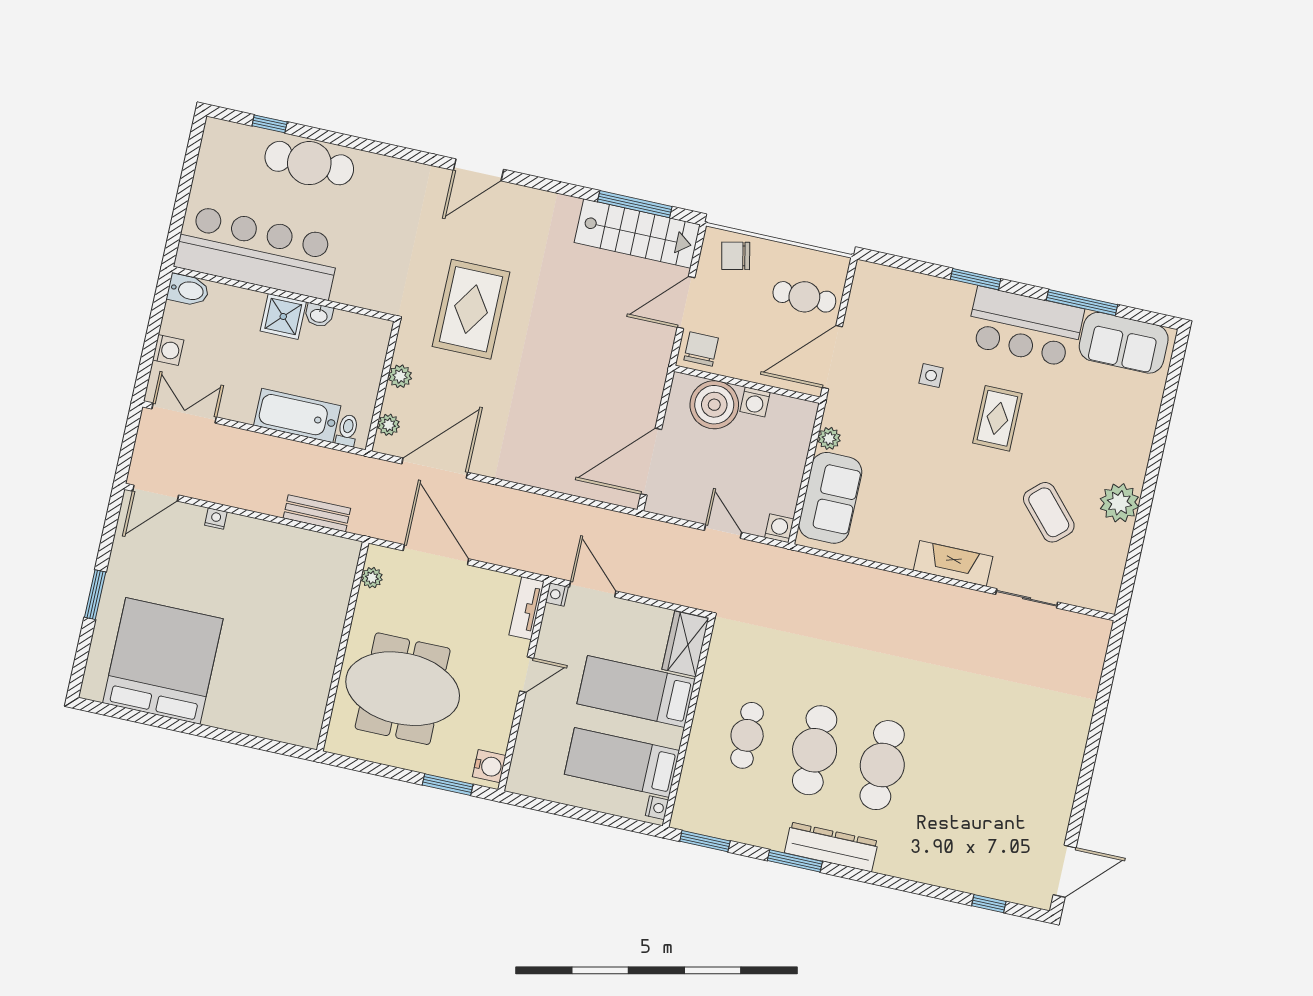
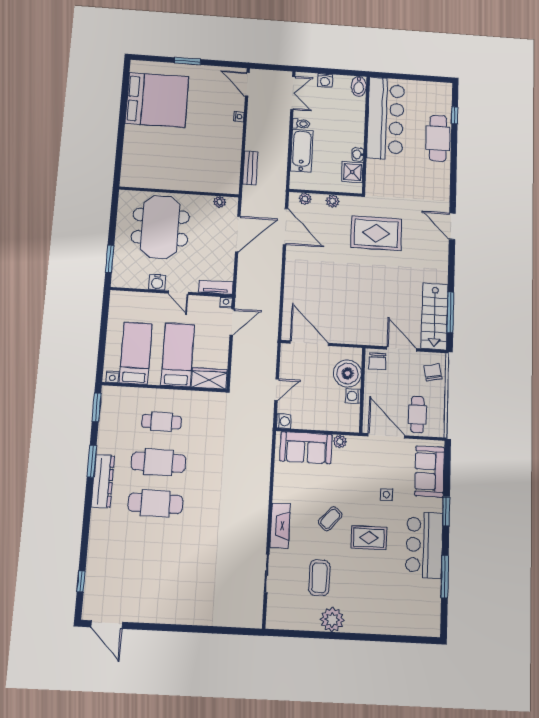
shower: (283, 316) -> (352, 172), moved
sofa: (1124, 343) -> (430, 471), moved
chair: (701, 349) -> (377, 361), turned 90
toilet: (347, 430) -> (301, 124), moved
coffee table: (956, 477) -> (330, 519), added
coffee table: (1049, 512) -> (319, 578), turned -48
water cooler: (489, 766) -> (157, 282), moved

